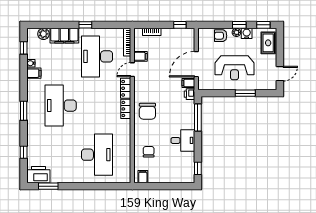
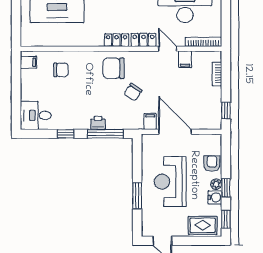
printer: (189, 94) -> (98, 123), moved
chair: (166, 96) -> (133, 92), added
desk: (183, 140) -> (36, 115), moved, turned 90
window: (198, 168) -> (66, 134), moved

